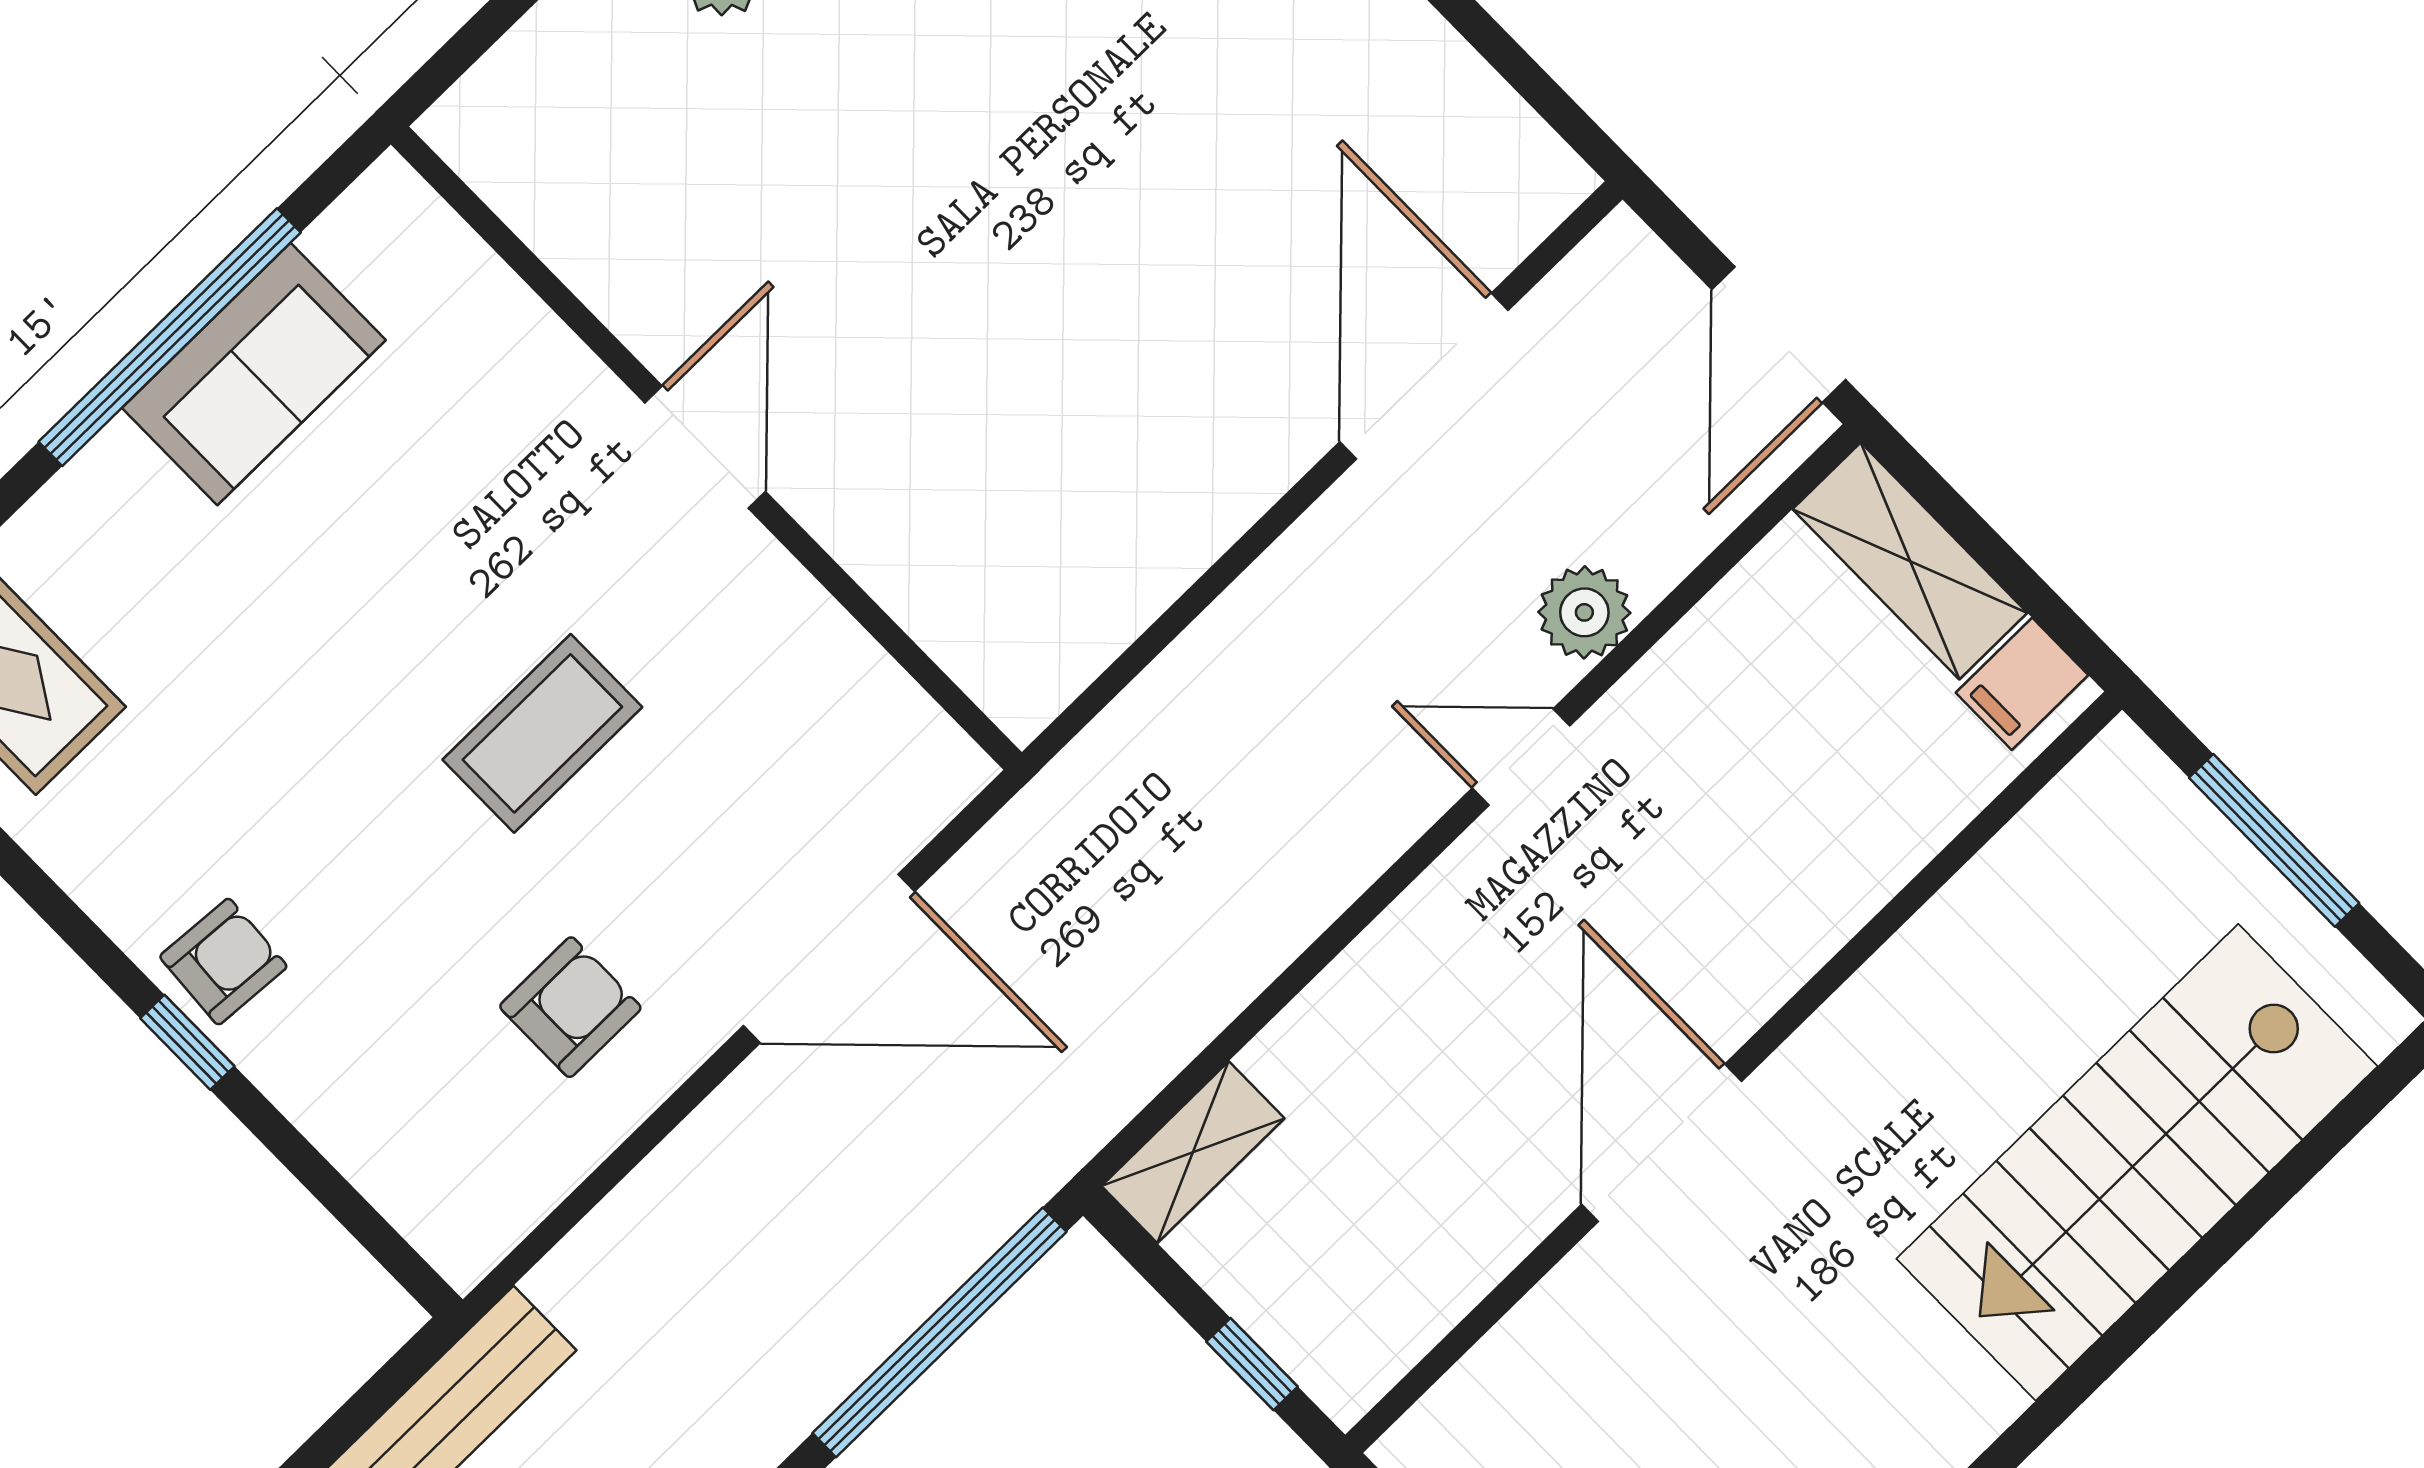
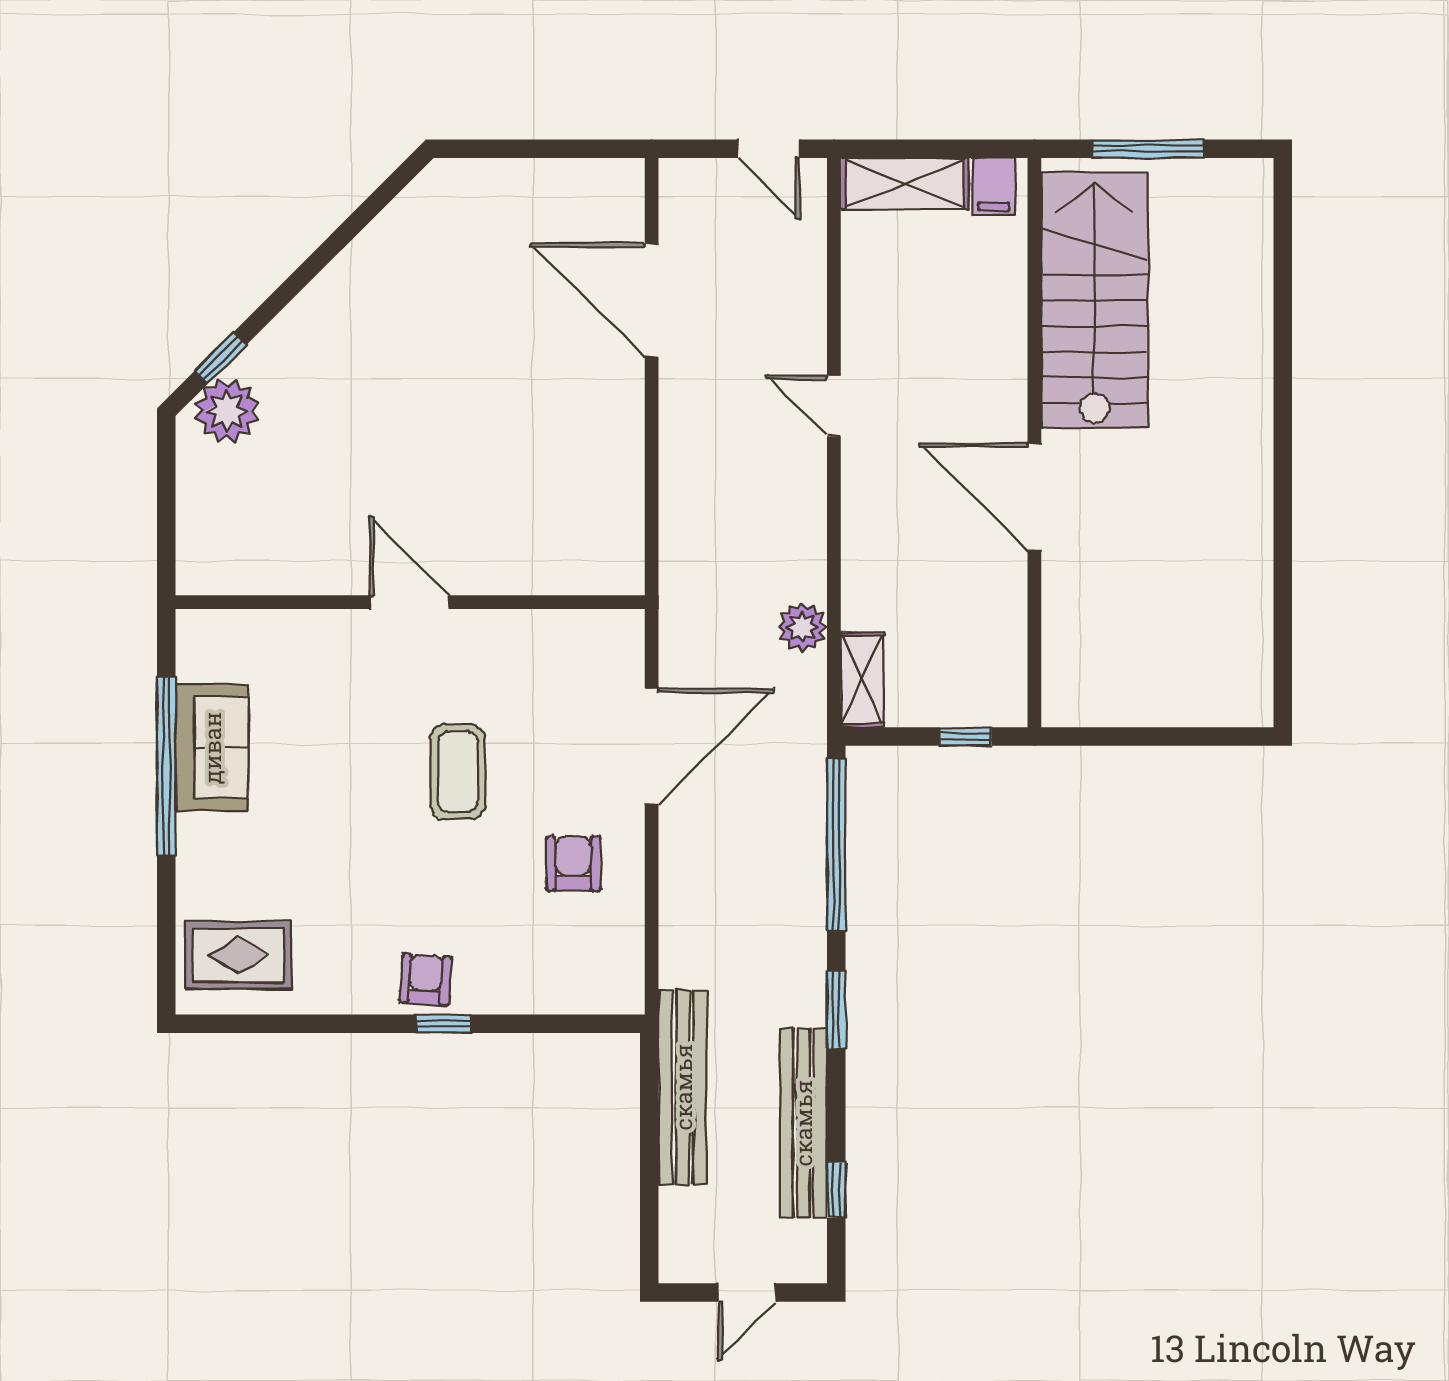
door: (1779, 335) -> (769, 149), width x0.73
plant: (1584, 612) -> (802, 627), moved
door: (1521, 757) -> (834, 406), hinge flipped
stairs: (2137, 1162) -> (1095, 300), moved, turned 180

